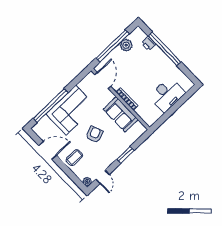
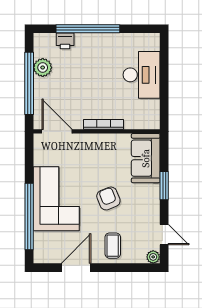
sofa: (121, 114) -> (146, 158), moved, turned 90

